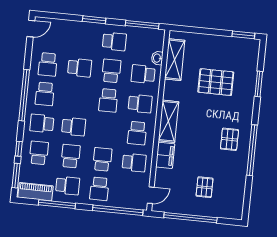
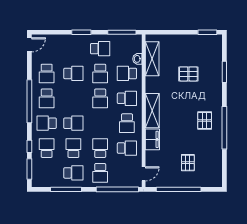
school desk: (111, 71) -> (100, 73), turned 180
pallet: (216, 82) -> (188, 74), width x0.67, depth x0.71
piano: (36, 192) -> (47, 181), removed

